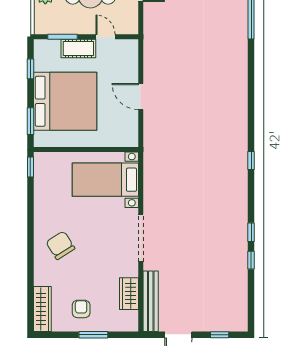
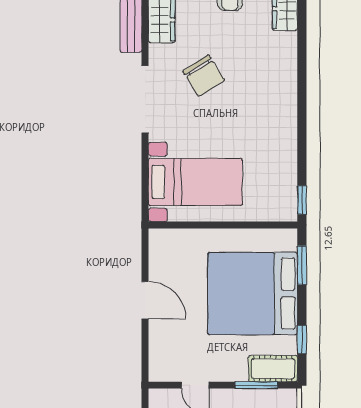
cot: (78, 49) -> (273, 369), moved
chair: (60, 245) -> (204, 76), moved

